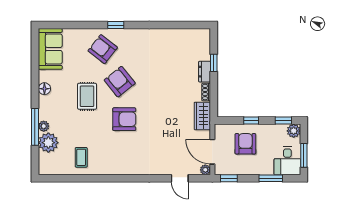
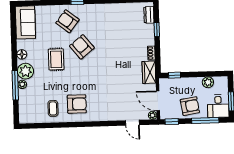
dresser: (205, 72) -> (149, 15), moved
armchair: (124, 119) -> (77, 104), moved
window: (251, 121) -> (175, 75), moved
window: (283, 121) -> (214, 74), removed
plant: (294, 131) -> (208, 82), moved
plant: (48, 143) -> (25, 71), moved
armchair: (245, 144) -> (190, 106), moved, turned 81
window: (271, 178) -> (205, 120), width x1.44

